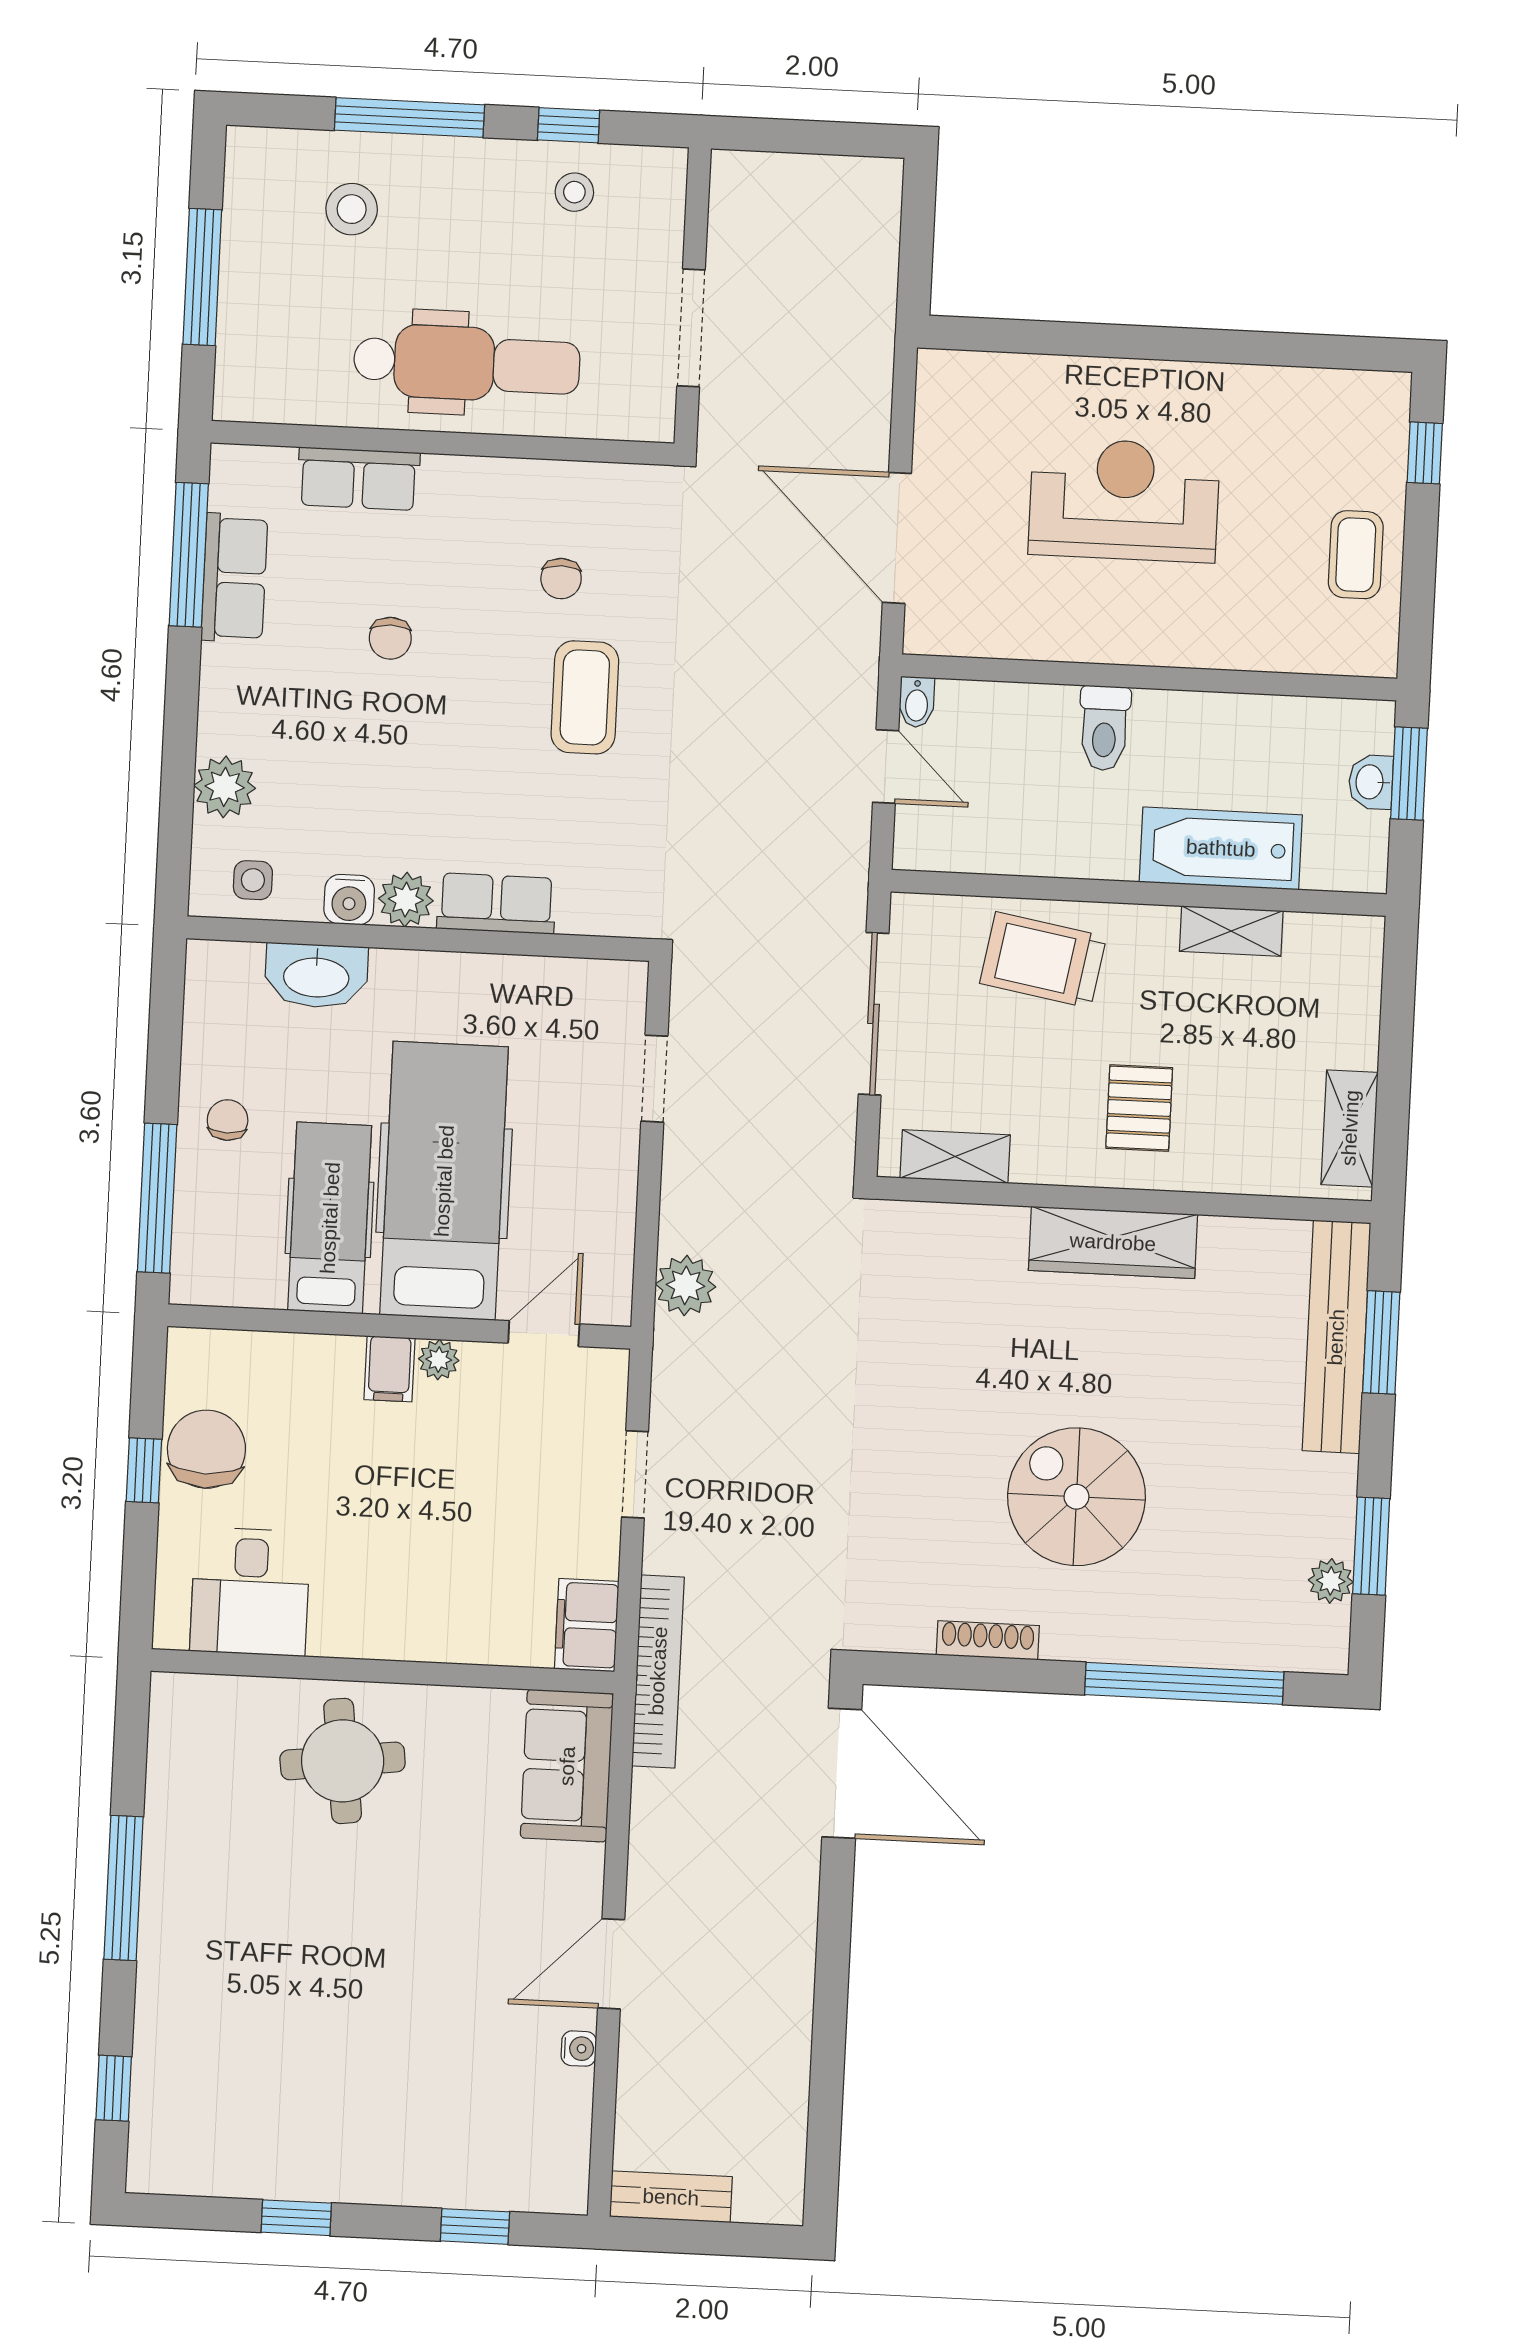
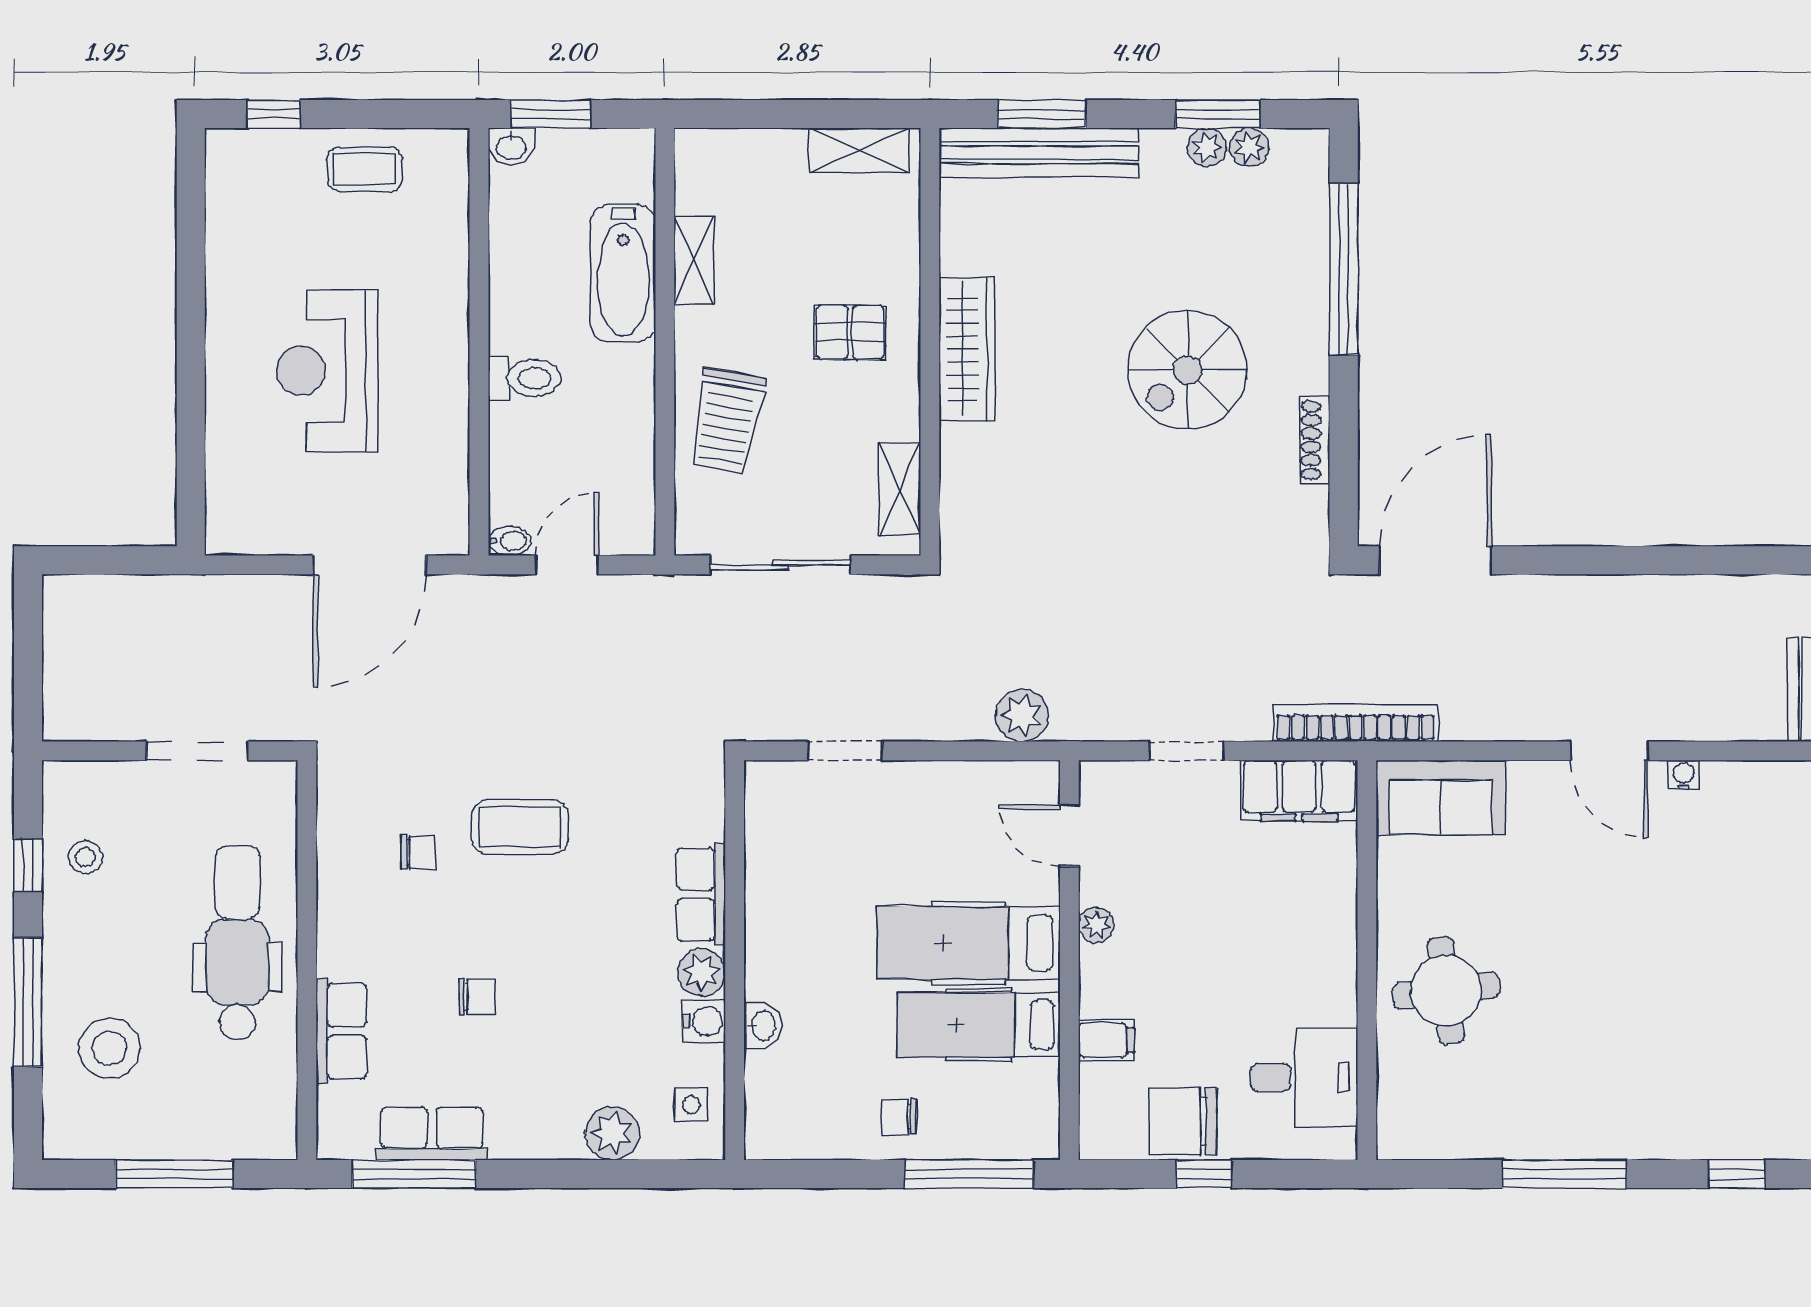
stool: (352, 209) -> (109, 1048), width x1.38, depth x1.38
washbasin: (1371, 782) -> (511, 147), moved
washbasin: (316, 976) -> (763, 1025), width x0.52, depth x0.69
hospital bed: (444, 1181) -> (969, 943), width x0.73, depth x0.78
filing cabinet: (390, 1369) -> (1106, 1040), moved
plant: (1333, 1532) -> (1207, 147), added
filing cabinet: (587, 1625) -> (1299, 791), width x1.50, depth x1.17

